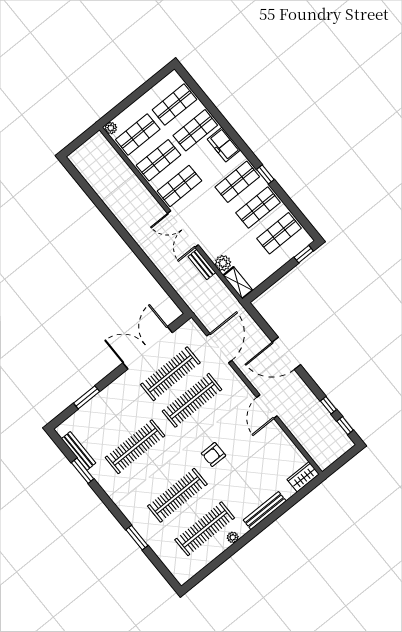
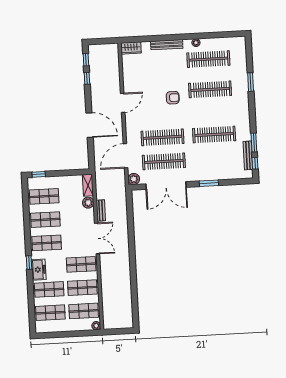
window: (265, 174) -> (29, 262), moved
plant: (190, 328) -> (134, 179), added
window: (87, 397) -> (209, 183), moved
window: (64, 448) -> (255, 163), added

